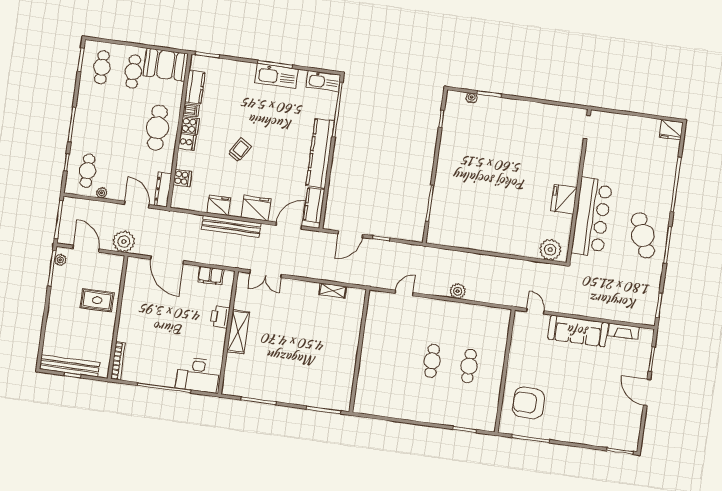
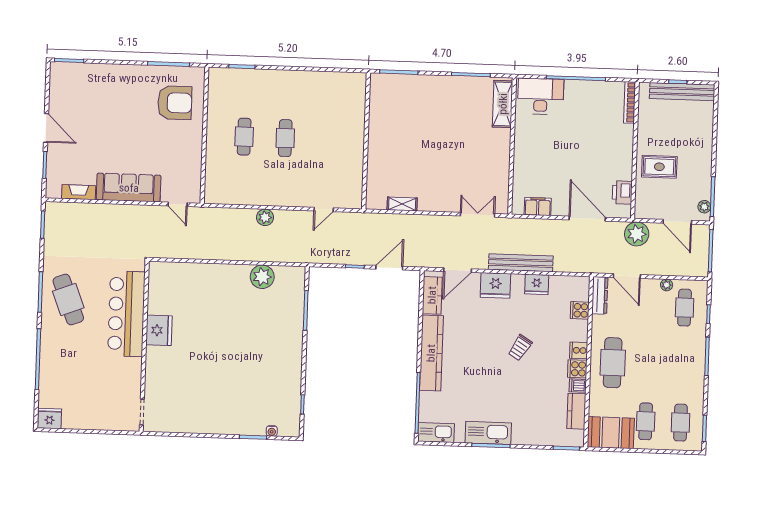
plant: (550, 250) -> (262, 277), moved
printer: (220, 317) -> (622, 193), moved, turned 180
shelving: (238, 332) -> (503, 104), moved

